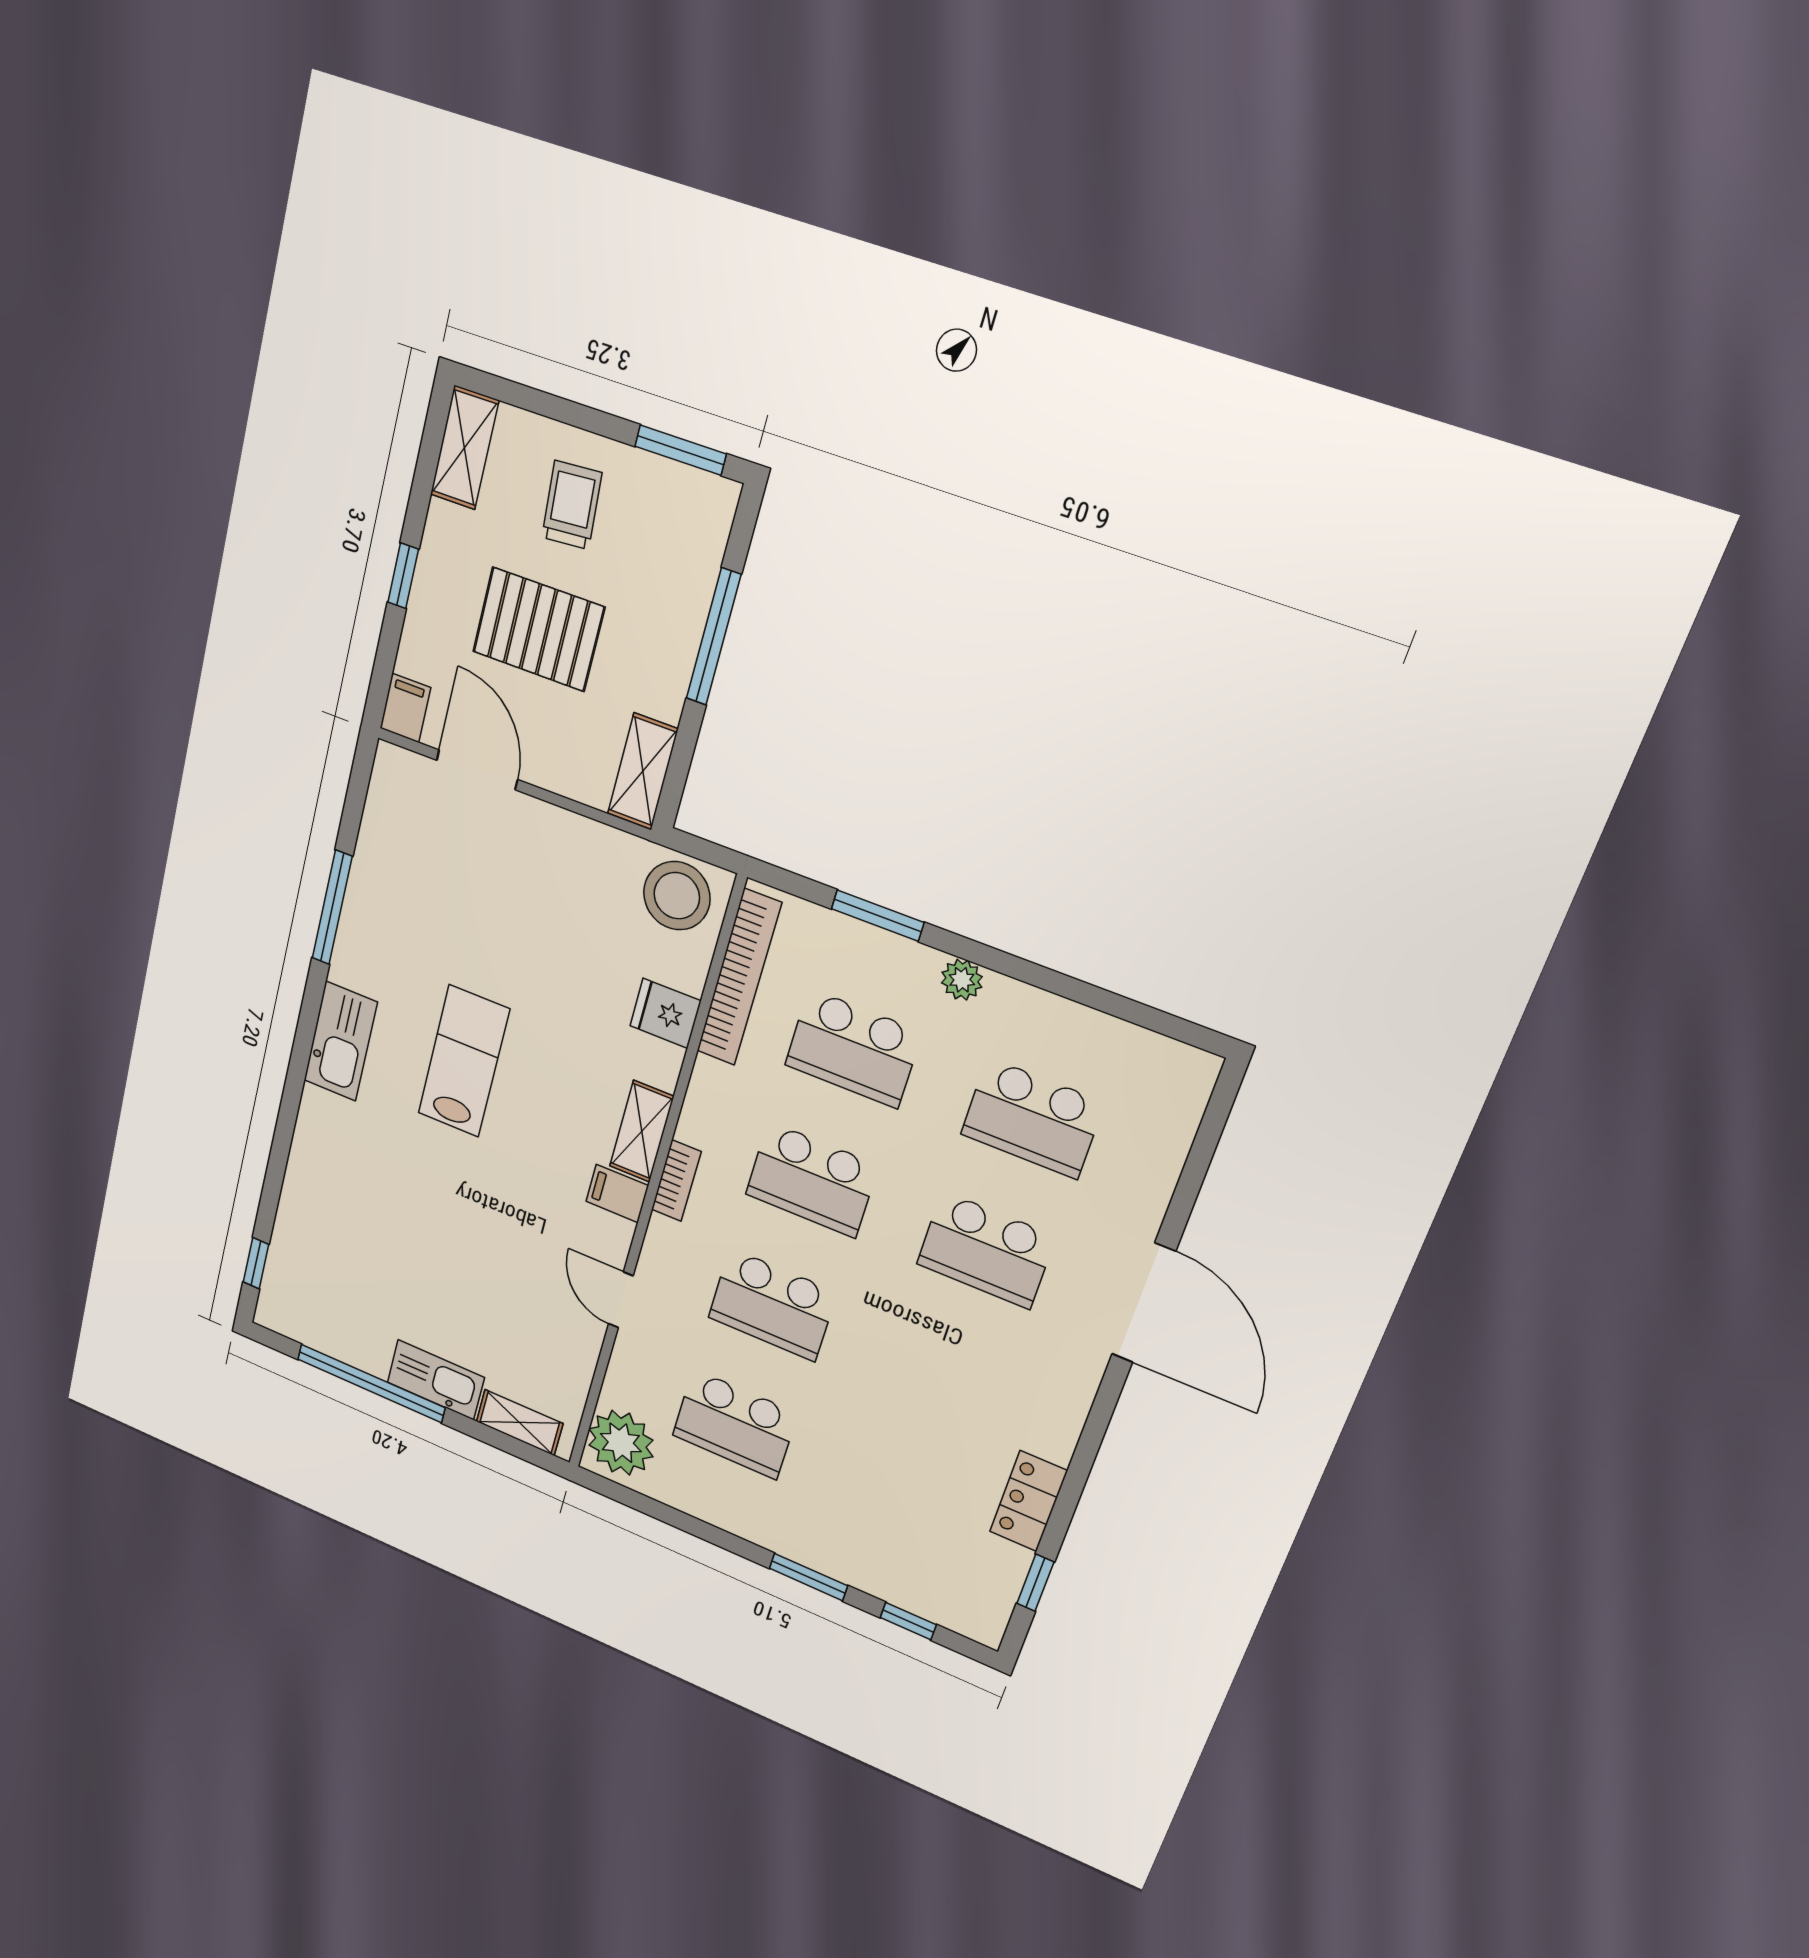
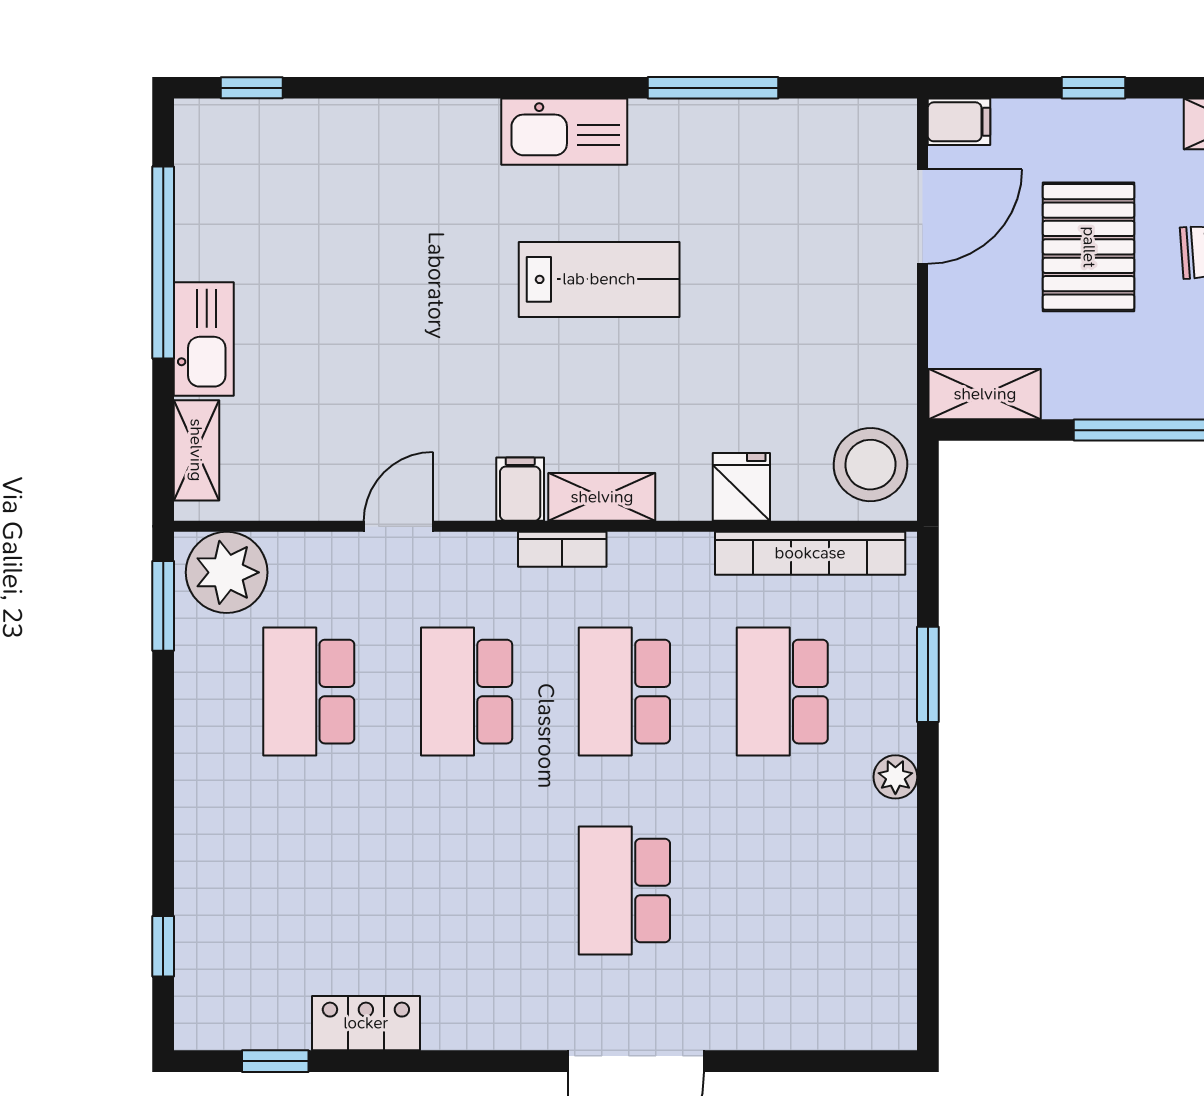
school desk: (1032, 1118) -> (782, 890), removed
window: (808, 1577) -> (163, 606), moved

